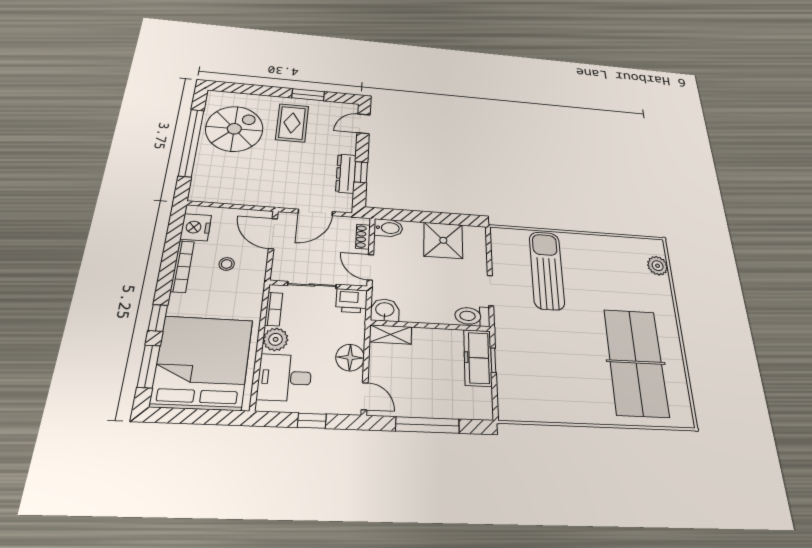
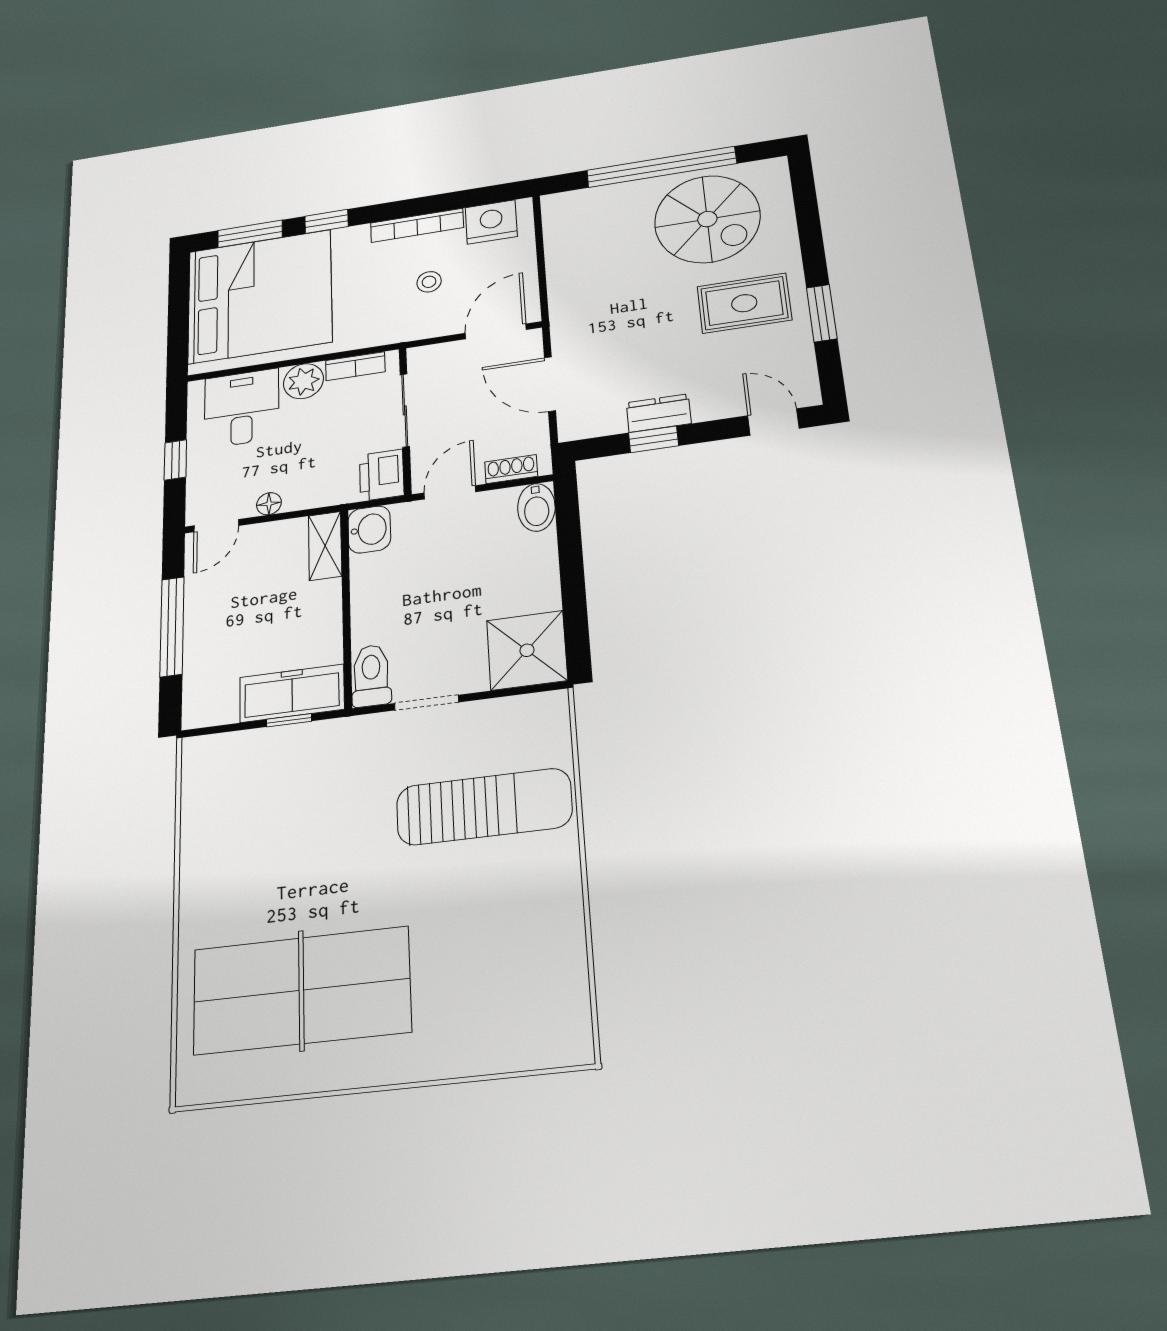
dresser: (346, 174) -> (659, 413), width x0.70
shower: (443, 240) -> (527, 650), moved
plant: (658, 266) -> (526, 1047), removed
floor lamp: (350, 358) -> (269, 504), width x0.53, depth x0.53

